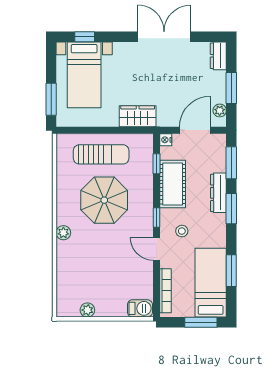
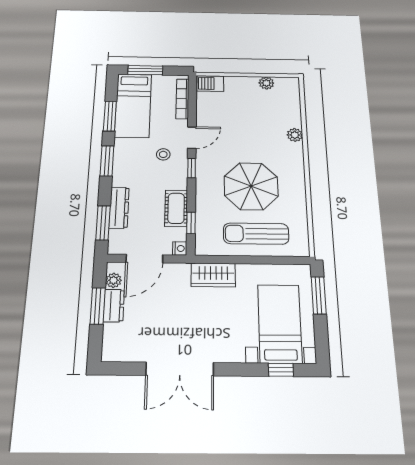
dresser: (218, 56) -> (114, 306), moved
cot: (173, 184) -> (176, 208), width x0.73, depth x0.75
dresser: (218, 193) -> (119, 208), moved
window: (231, 209) -> (107, 161), moved
plant: (63, 233) -> (295, 135), moved
door: (157, 249) -> (192, 138), hinge flipped

